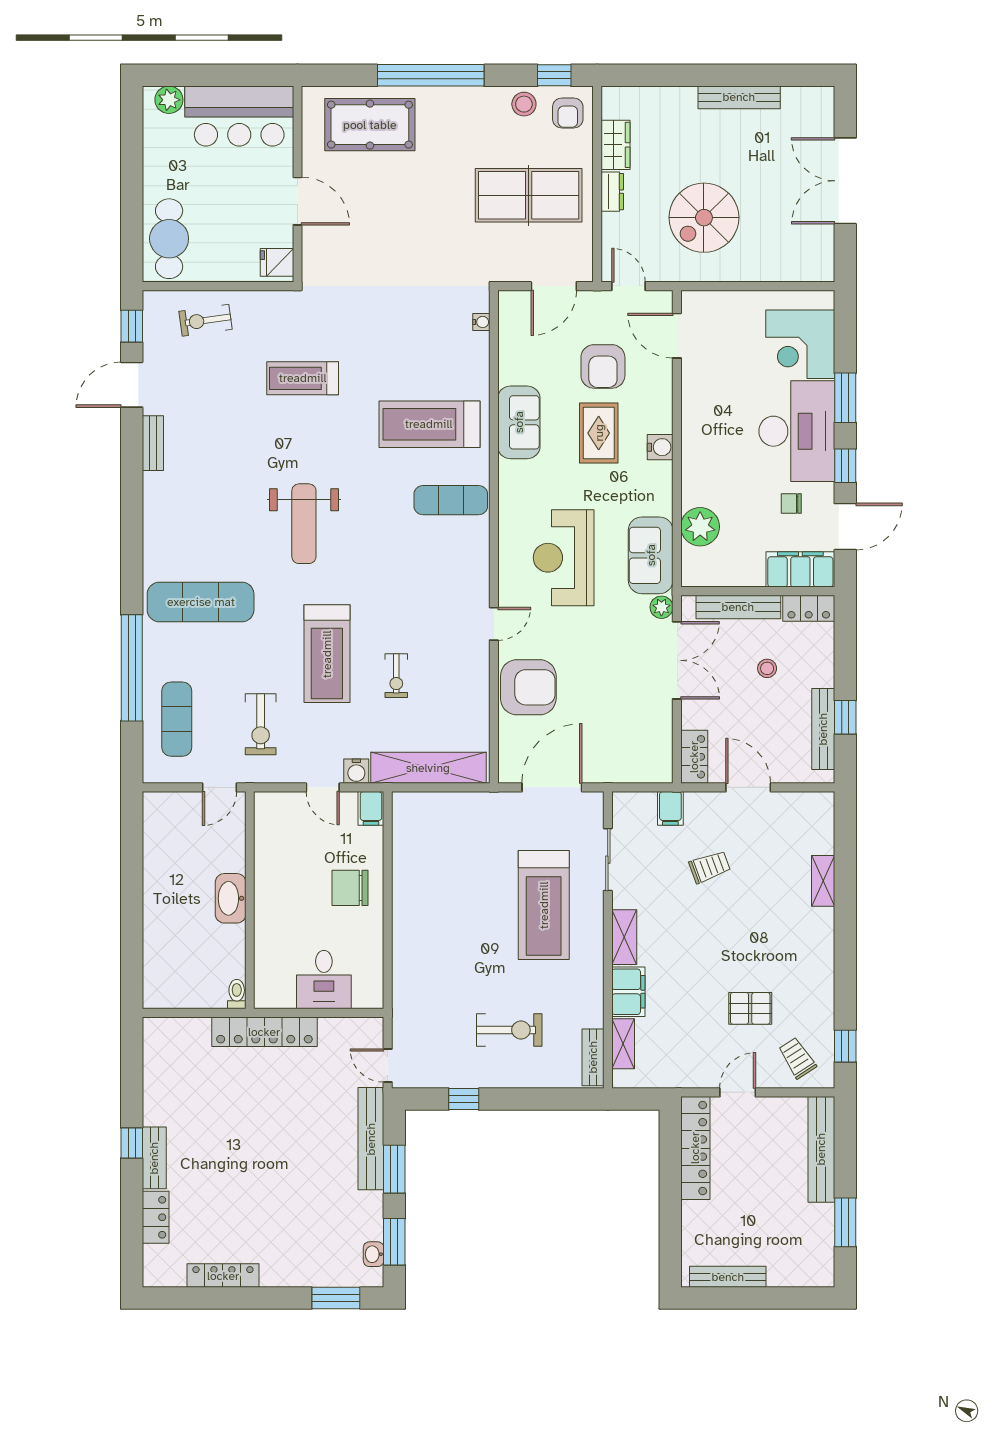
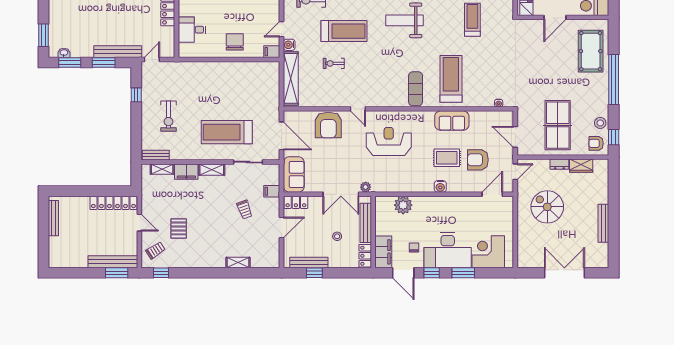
sofa: (651, 555) -> (294, 174), moved, turned 90
treadmill: (327, 654) -> (344, 31), turned 180
window: (845, 1222) -> (117, 273), moved

